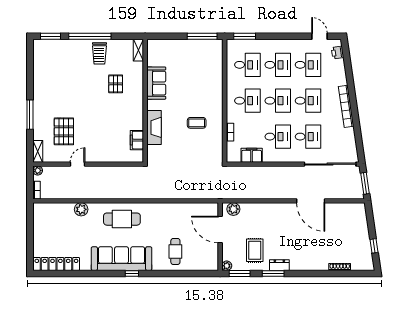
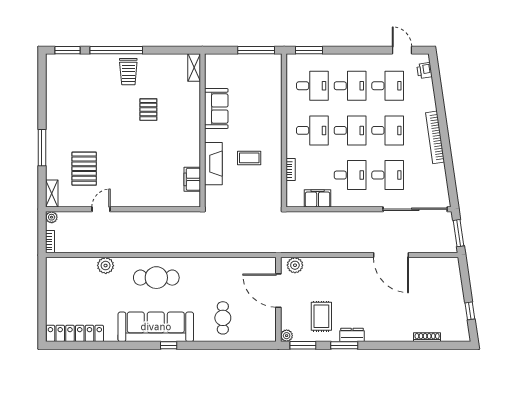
shelving: (138, 50) -> (194, 68), moved
sofa: (156, 83) -> (216, 109), moved
wall: (145, 101) -> (202, 130), moved
fireplace: (154, 127) -> (213, 164), moved
filing cabinet: (137, 140) -> (192, 179), moved

